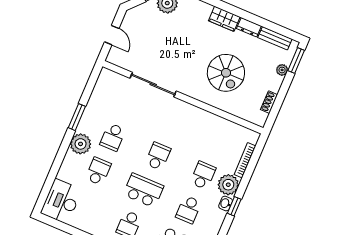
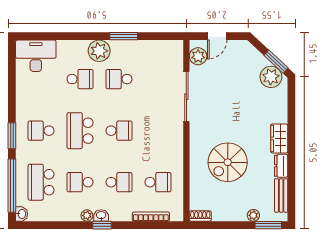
plant: (122, 59) -> (198, 56), added
shoe rack: (269, 102) -> (200, 216), moved
school desk: (218, 141) -> (158, 182), added
plant: (228, 185) -> (87, 215), moved, width x0.53, depth x0.53
school desk: (143, 190) -> (80, 131), turned 180

